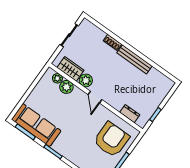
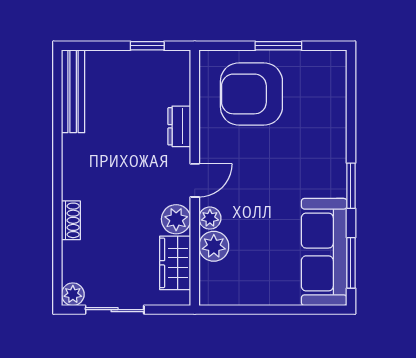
plant: (85, 24) -> (73, 294), added
bench: (134, 59) -> (73, 91), moved
plant: (57, 78) -> (210, 218), moved
dresser: (130, 114) -> (179, 126), moved

